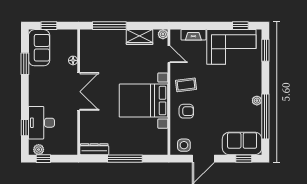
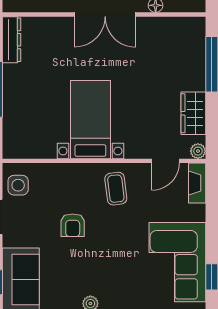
fireplace: (193, 35) -> (197, 183), moved
bed with nightstands: (144, 101) -> (90, 120), width x0.73
armchair: (186, 111) -> (73, 225), moved

